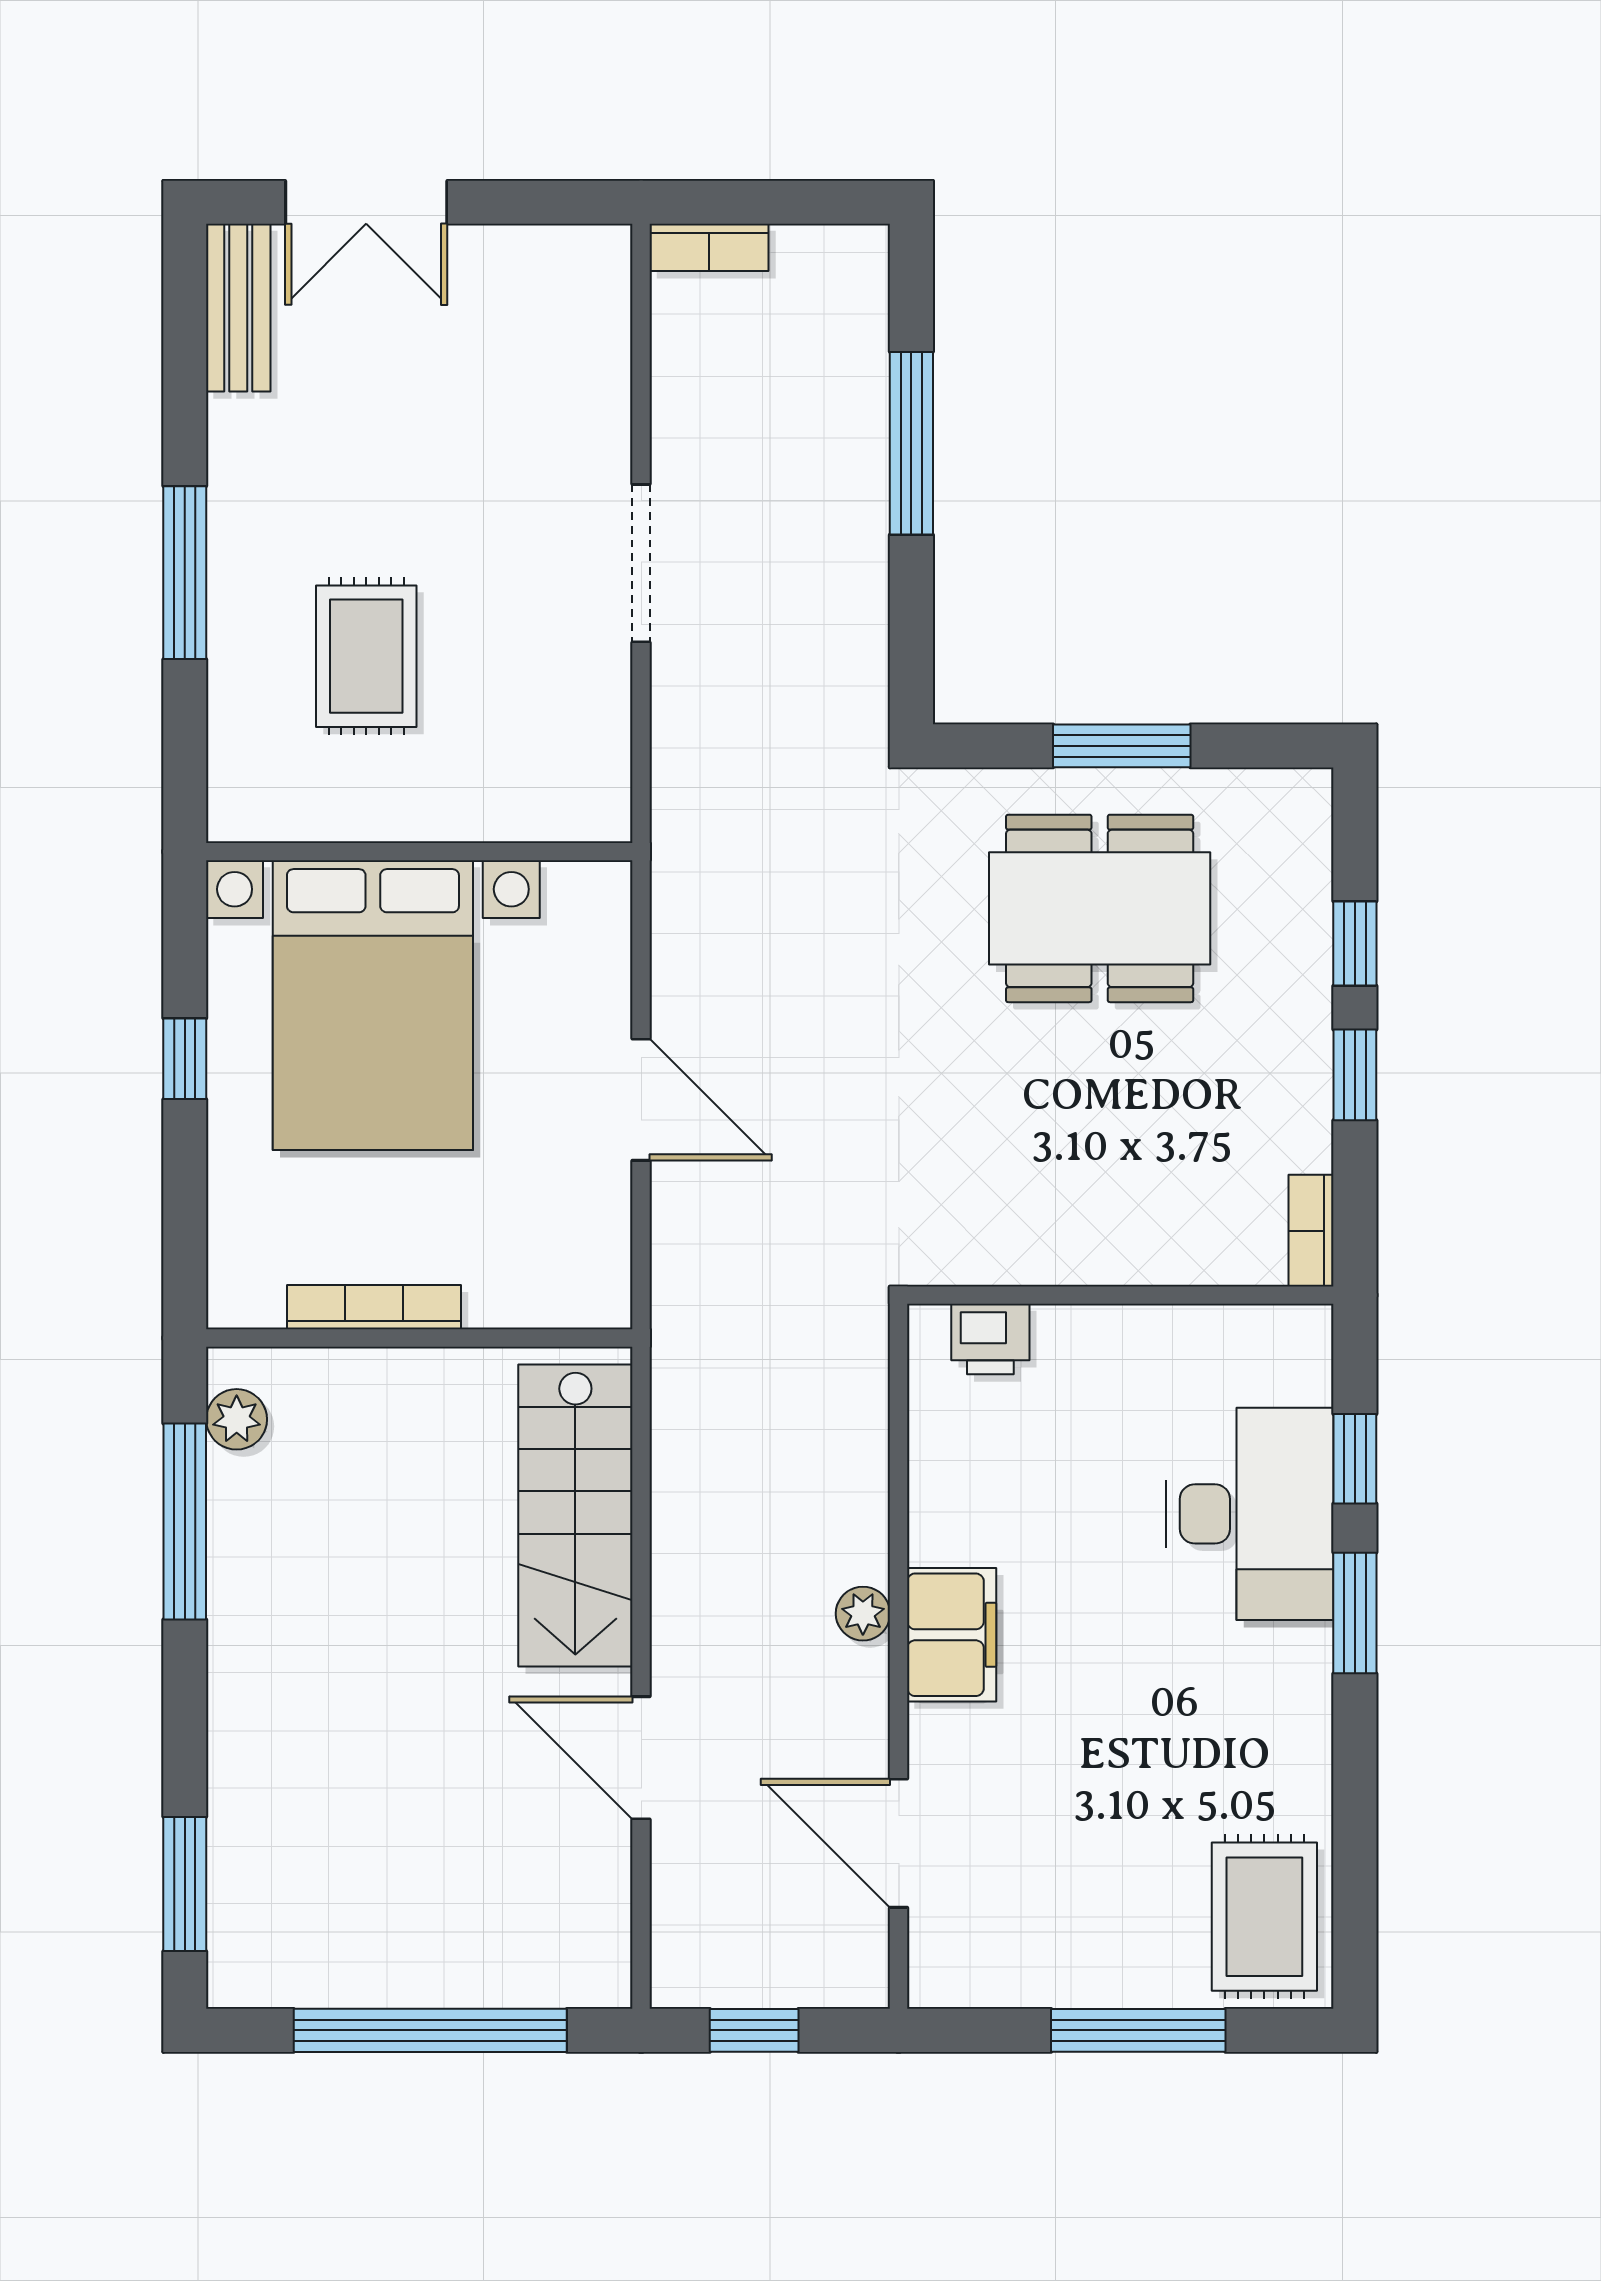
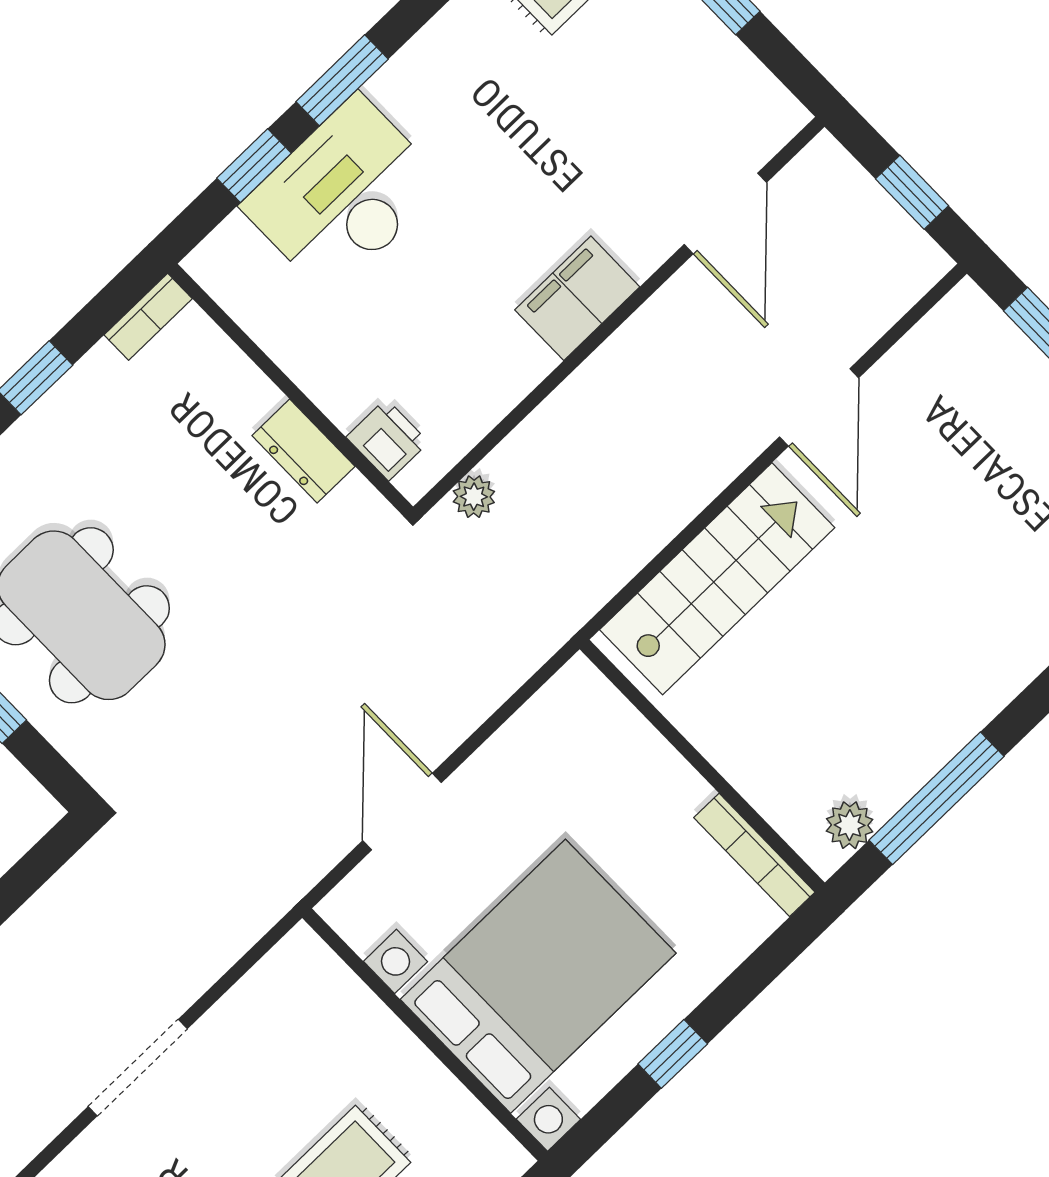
door: (641, 1100) -> (402, 812), moved
dresser: (1054, 1253) -> (303, 451), added
bookcase: (374, 1307) -> (754, 855), moved
plant: (863, 1614) -> (474, 497), moved

